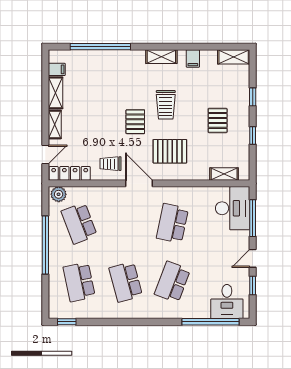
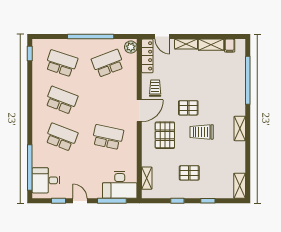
filing cabinet: (193, 58) -> (238, 153), removed
school desk: (79, 282) -> (61, 63), turned 30
school desk: (126, 282) -> (61, 100), turned 36

